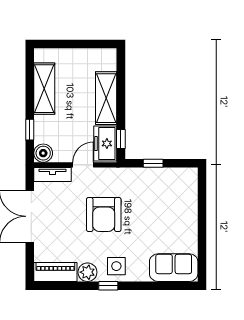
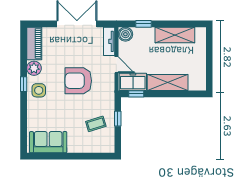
coffee table: (160, 192) -> (96, 124), added
sofa: (174, 268) -> (48, 142), moved, turned -90

